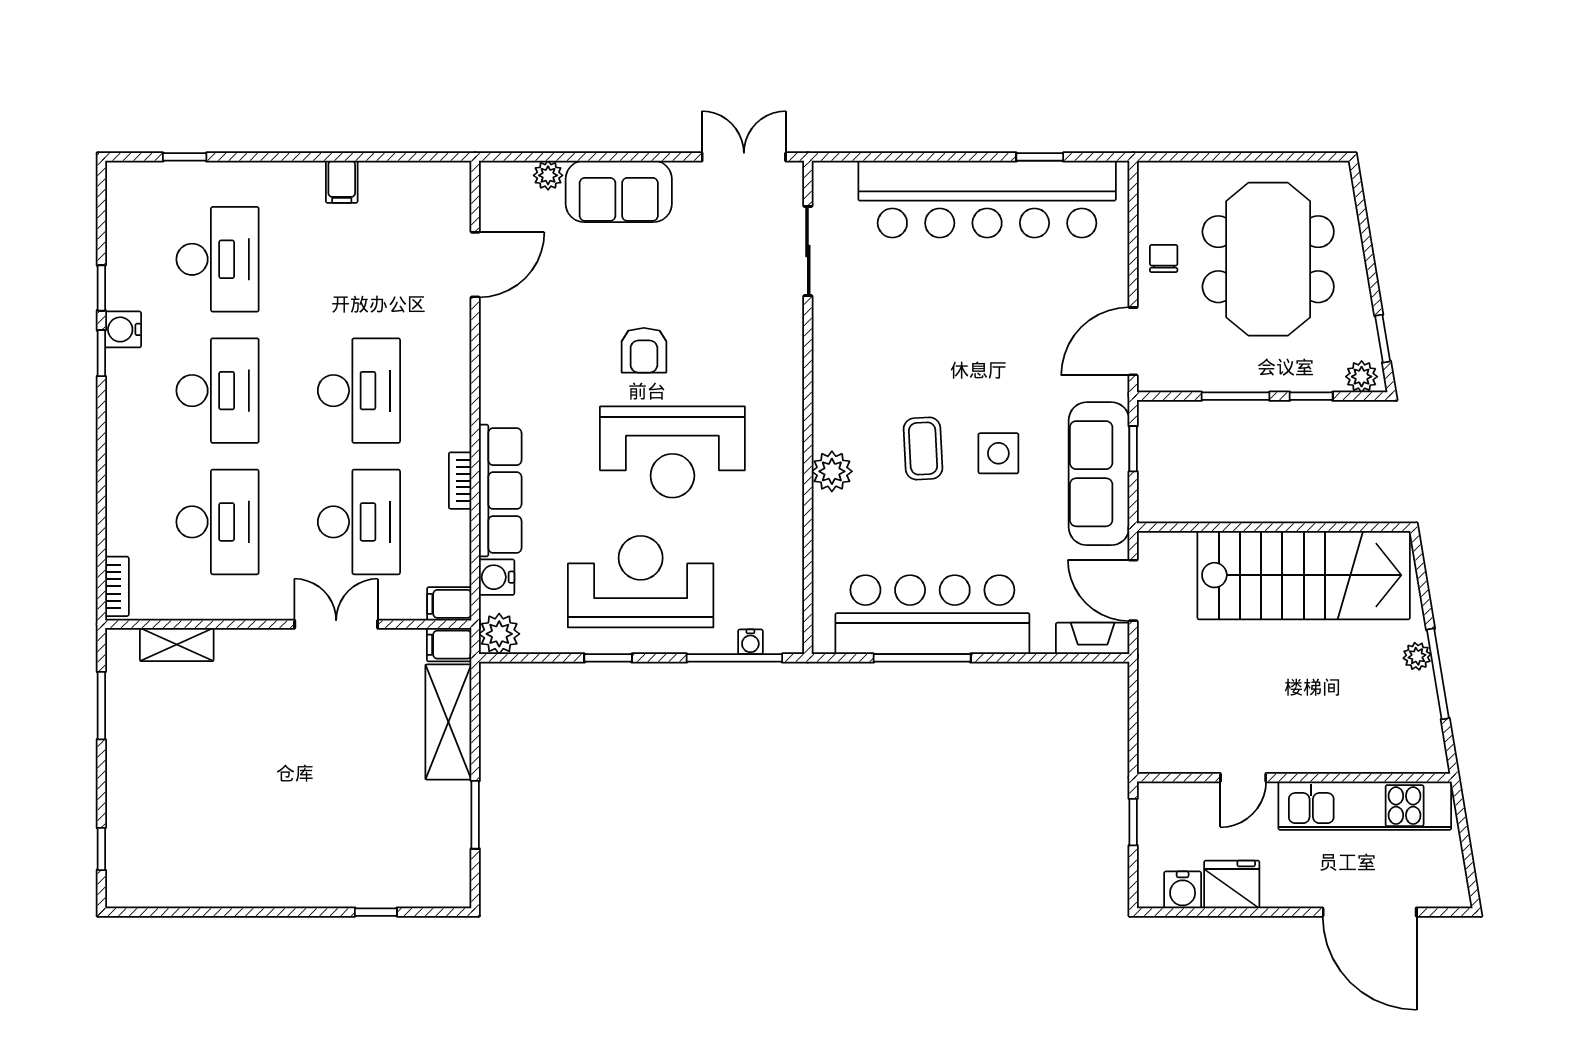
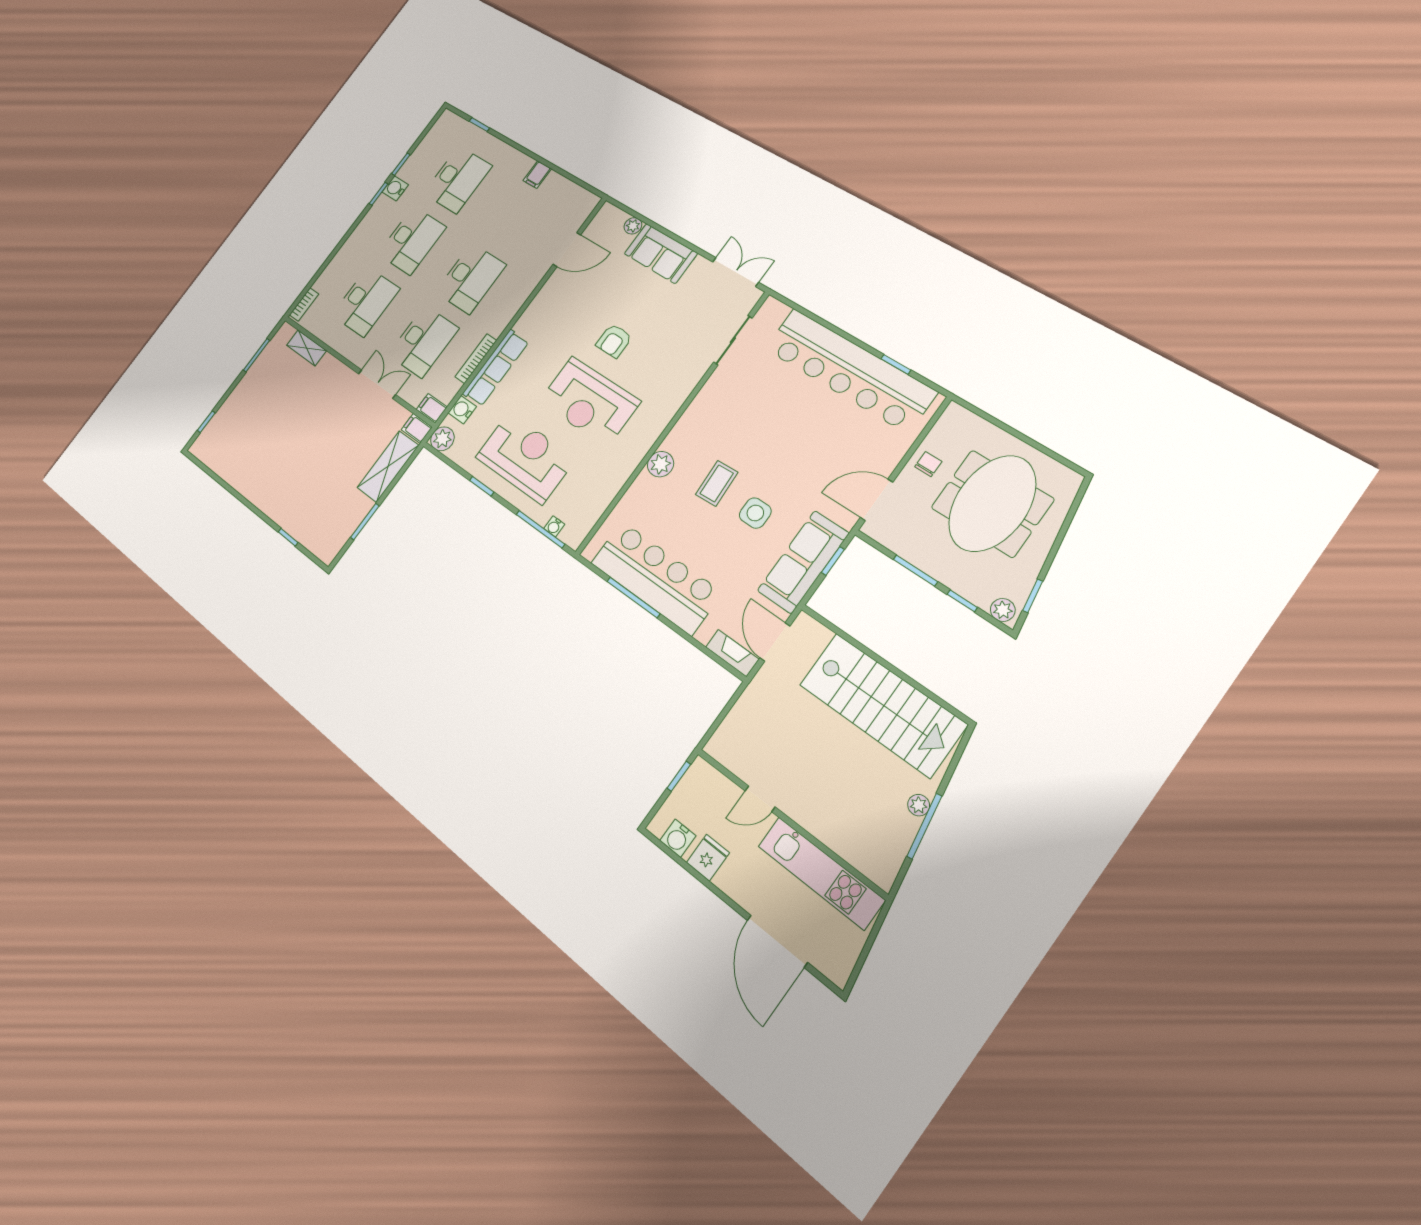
bookcase: (460, 481) -> (476, 359), width x1.56
fridge: (1232, 885) -> (708, 858), width x0.72

